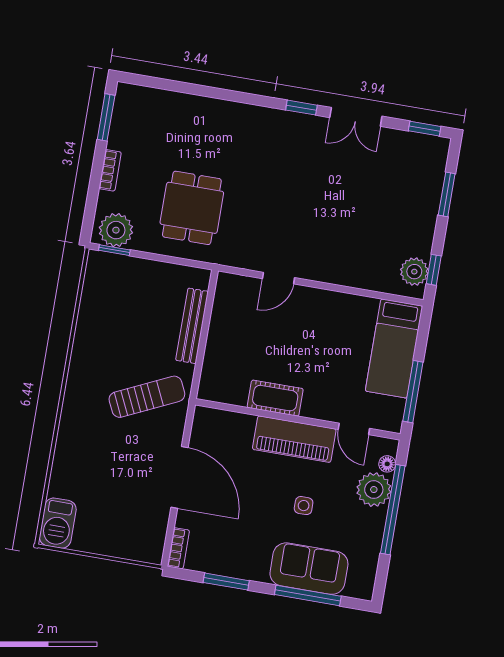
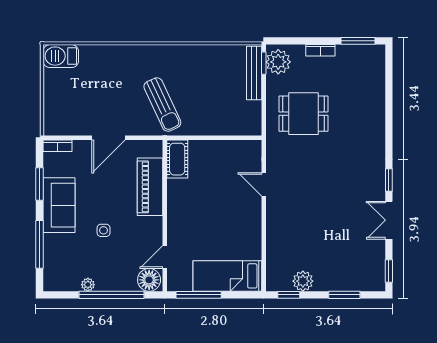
plant: (414, 272) -> (303, 281), moved
bench: (192, 326) -> (254, 73), moved, turned 90
cot: (275, 398) -> (177, 159), moved
piano: (294, 439) -> (150, 187), moved
floor lamp: (387, 464) -> (149, 280), width x1.89, depth x1.89
door: (180, 477) -> (108, 138), width x0.73
plant: (374, 490) -> (88, 285), moved, width x0.53, depth x0.53
sofa: (309, 569) -> (59, 205), moved

